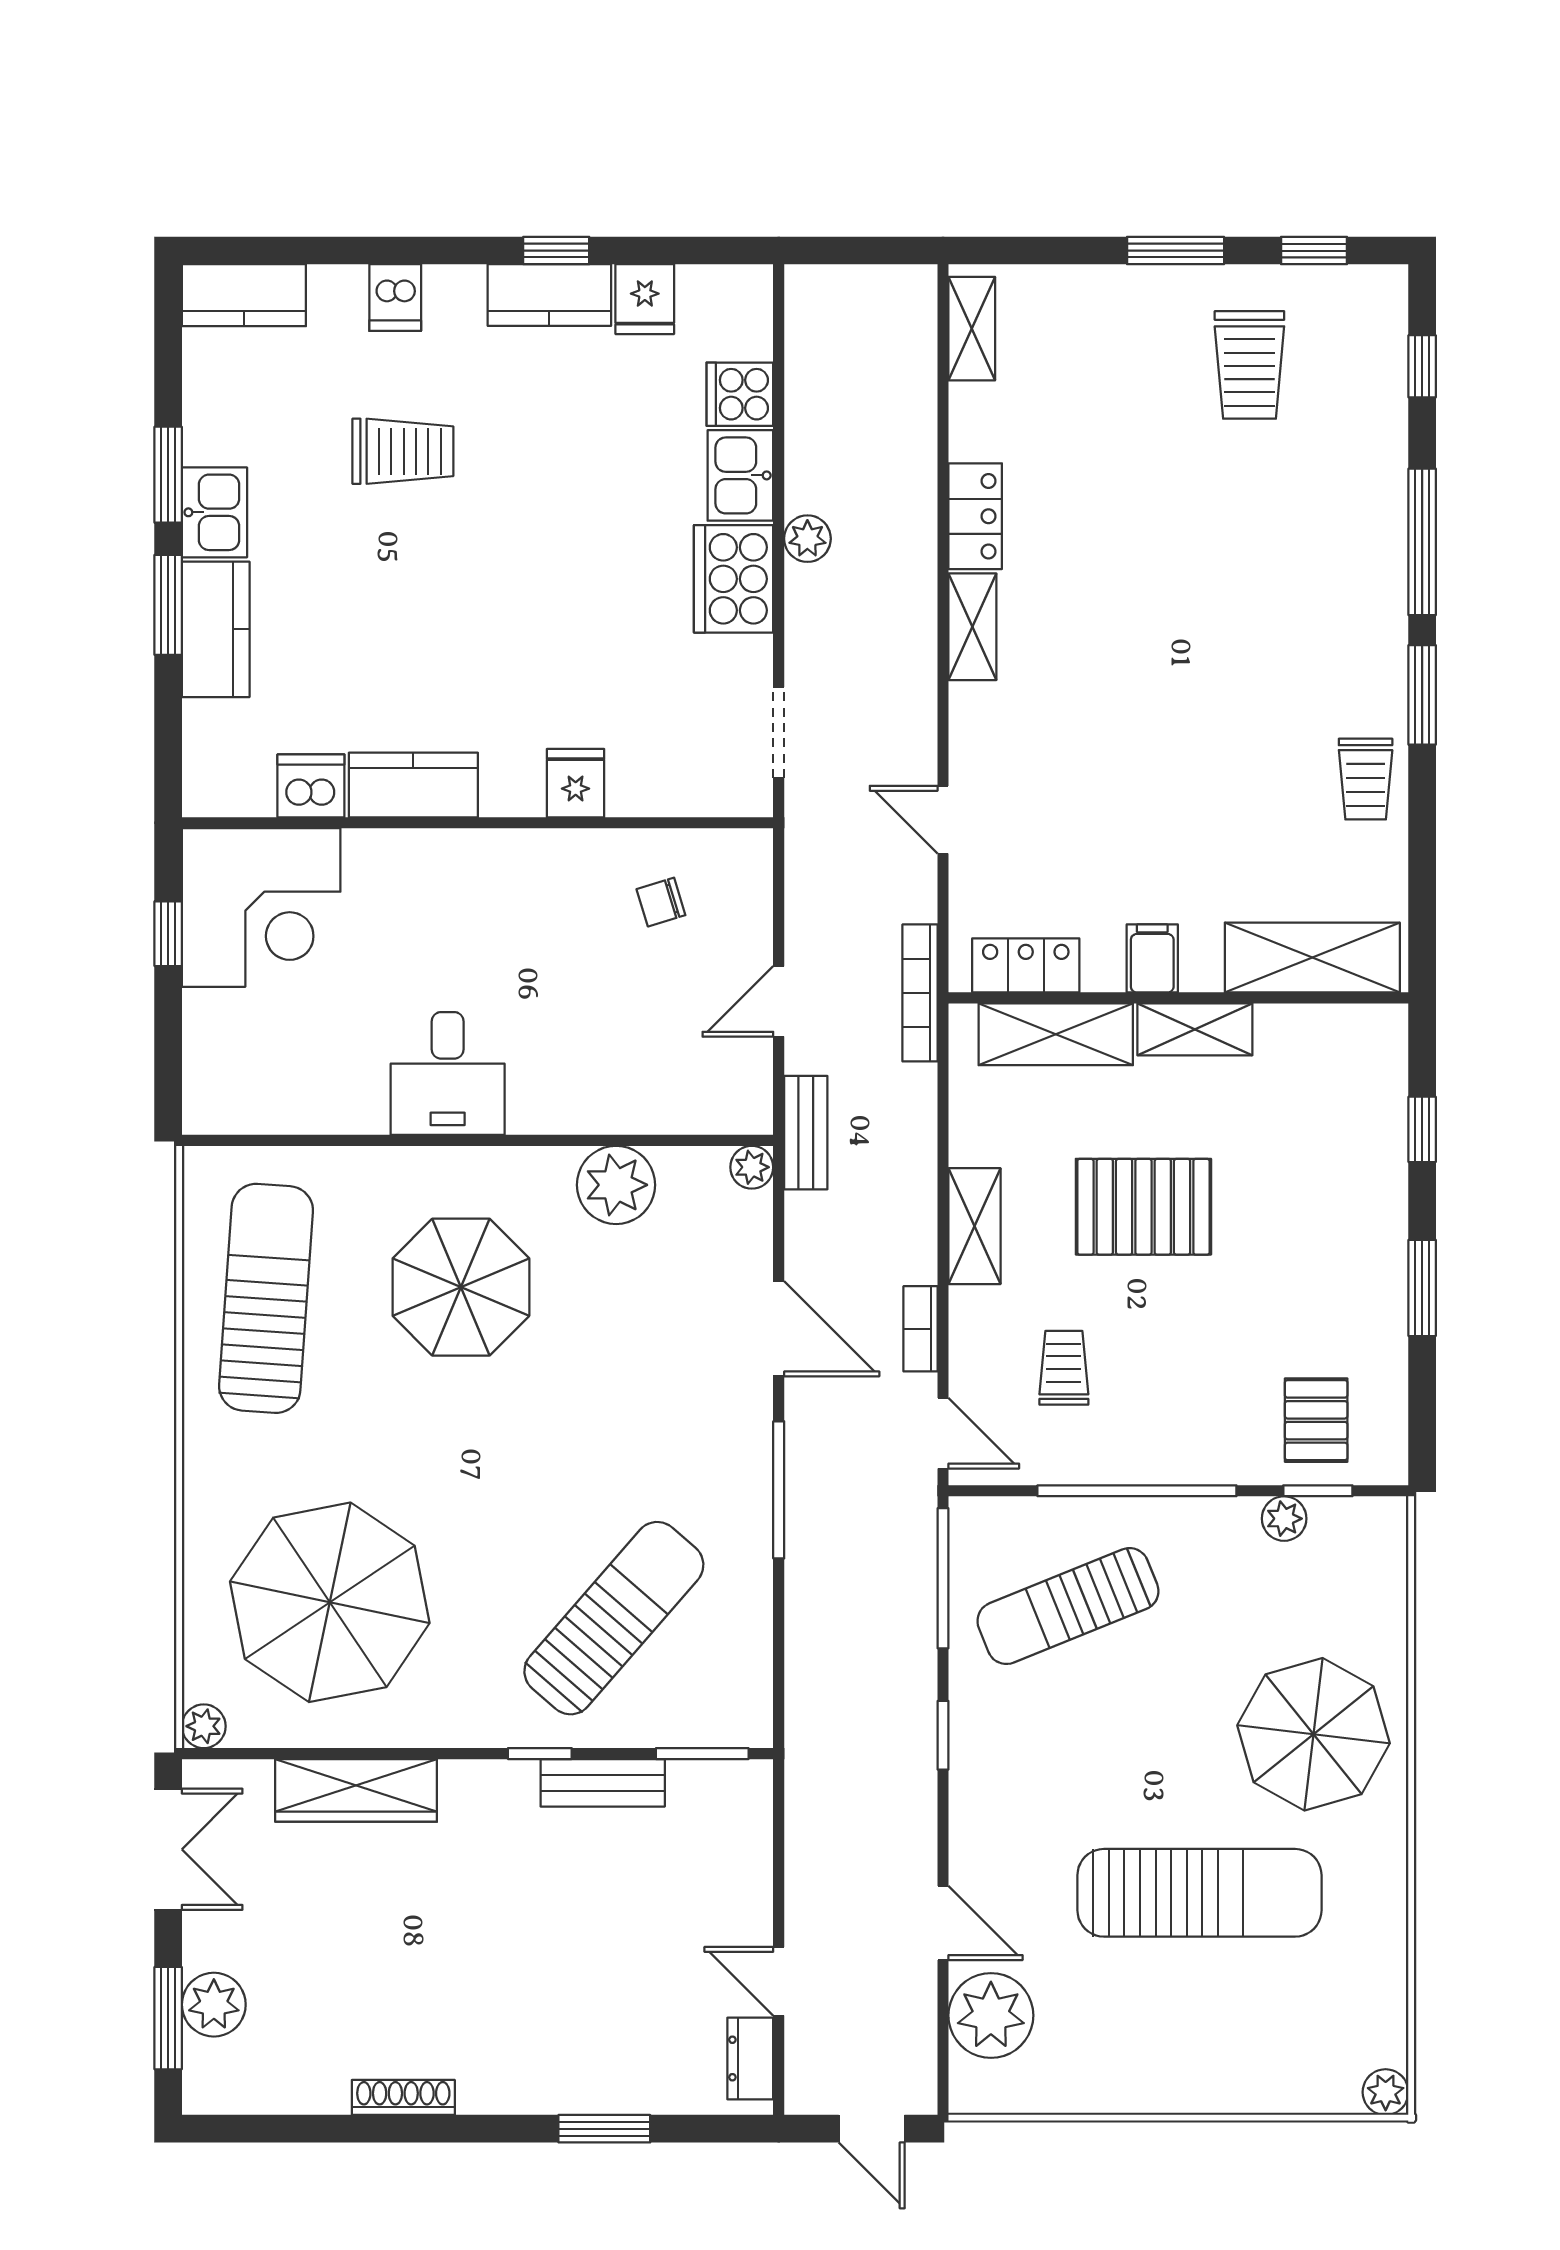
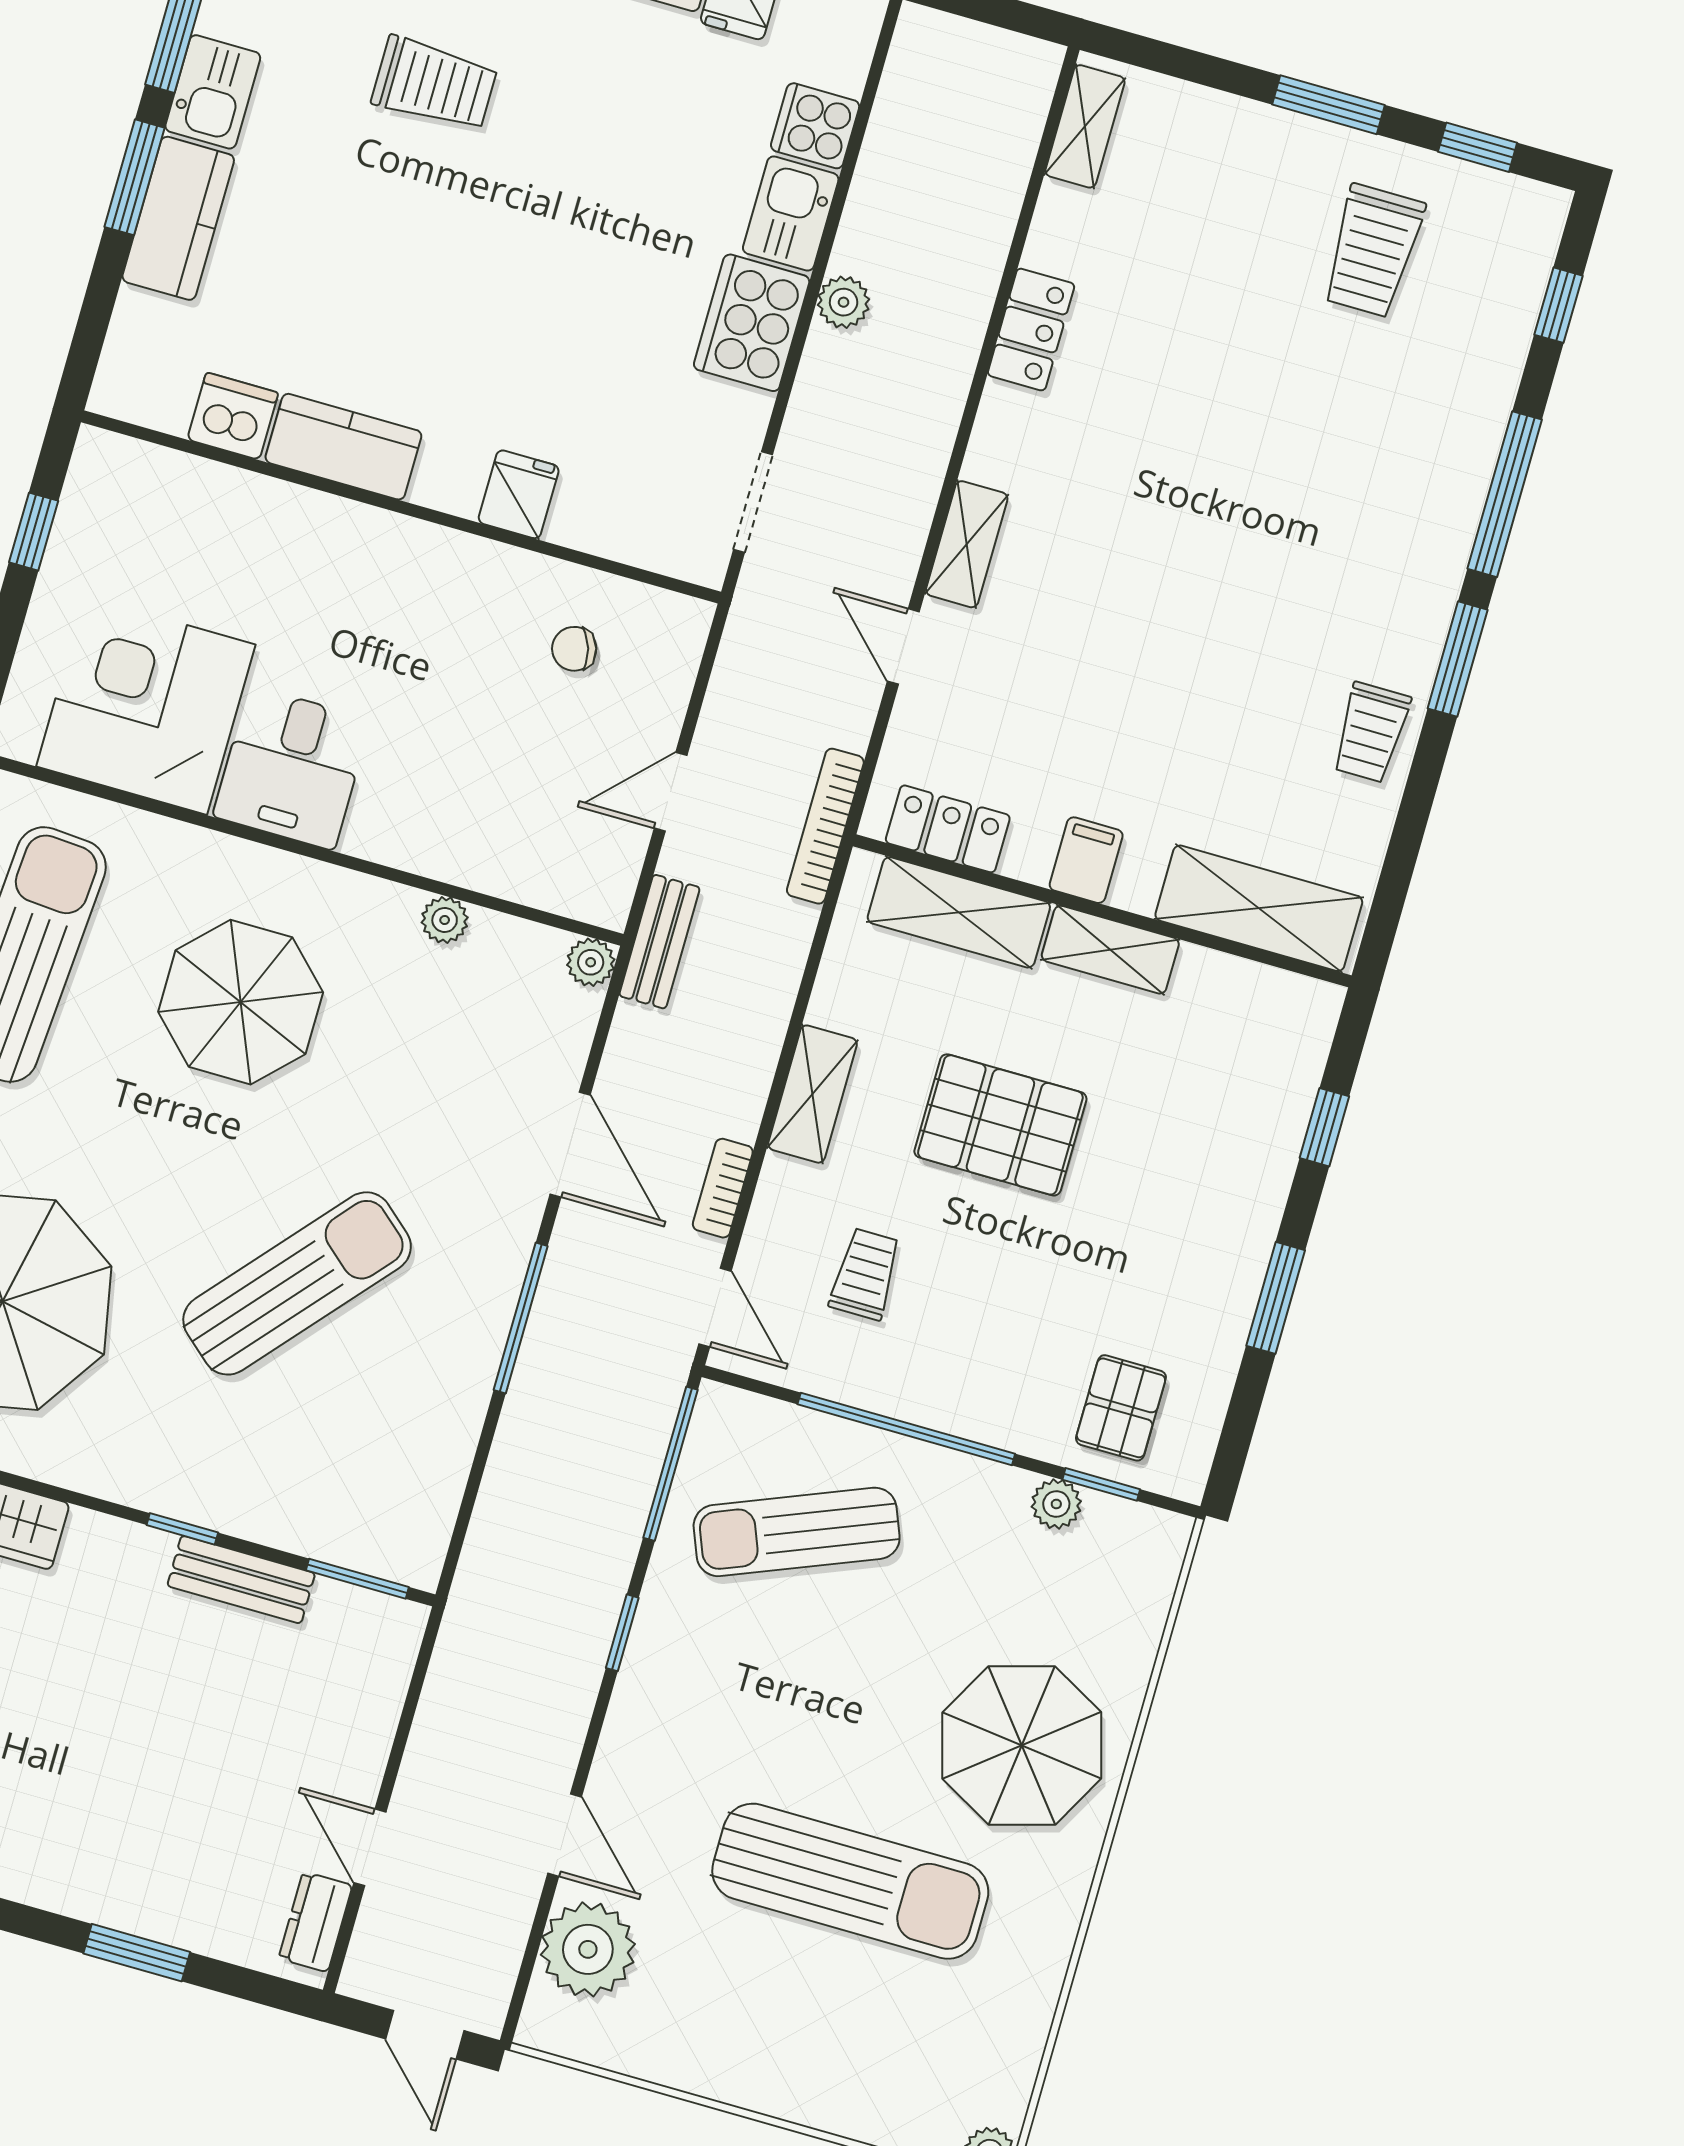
shelving: (972, 627) -> (967, 544), moved
corner desk: (261, 907) -> (146, 705), moved, turned 180
plant: (616, 1185) -> (445, 920), width x0.53, depth x0.53
sun lounger: (614, 1618) -> (297, 1283), moved

